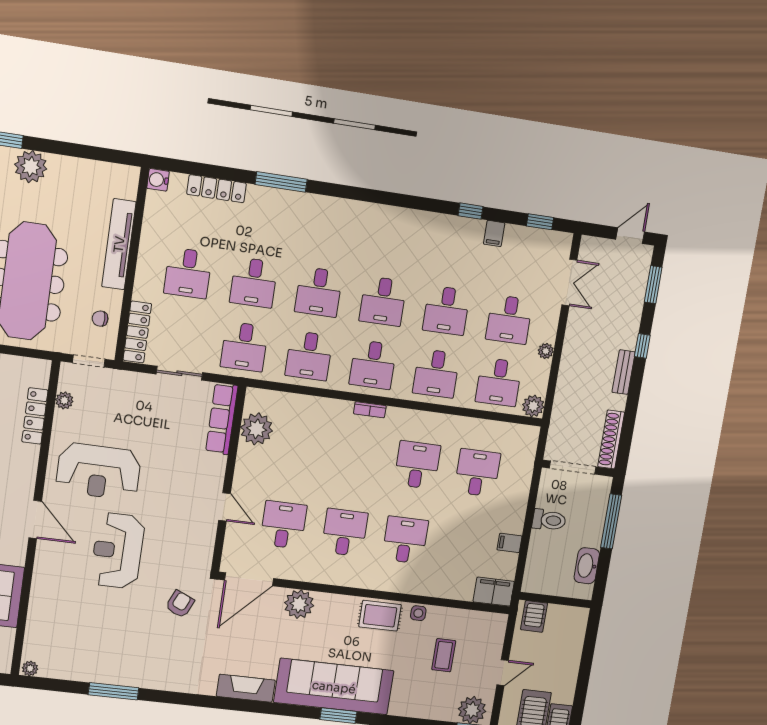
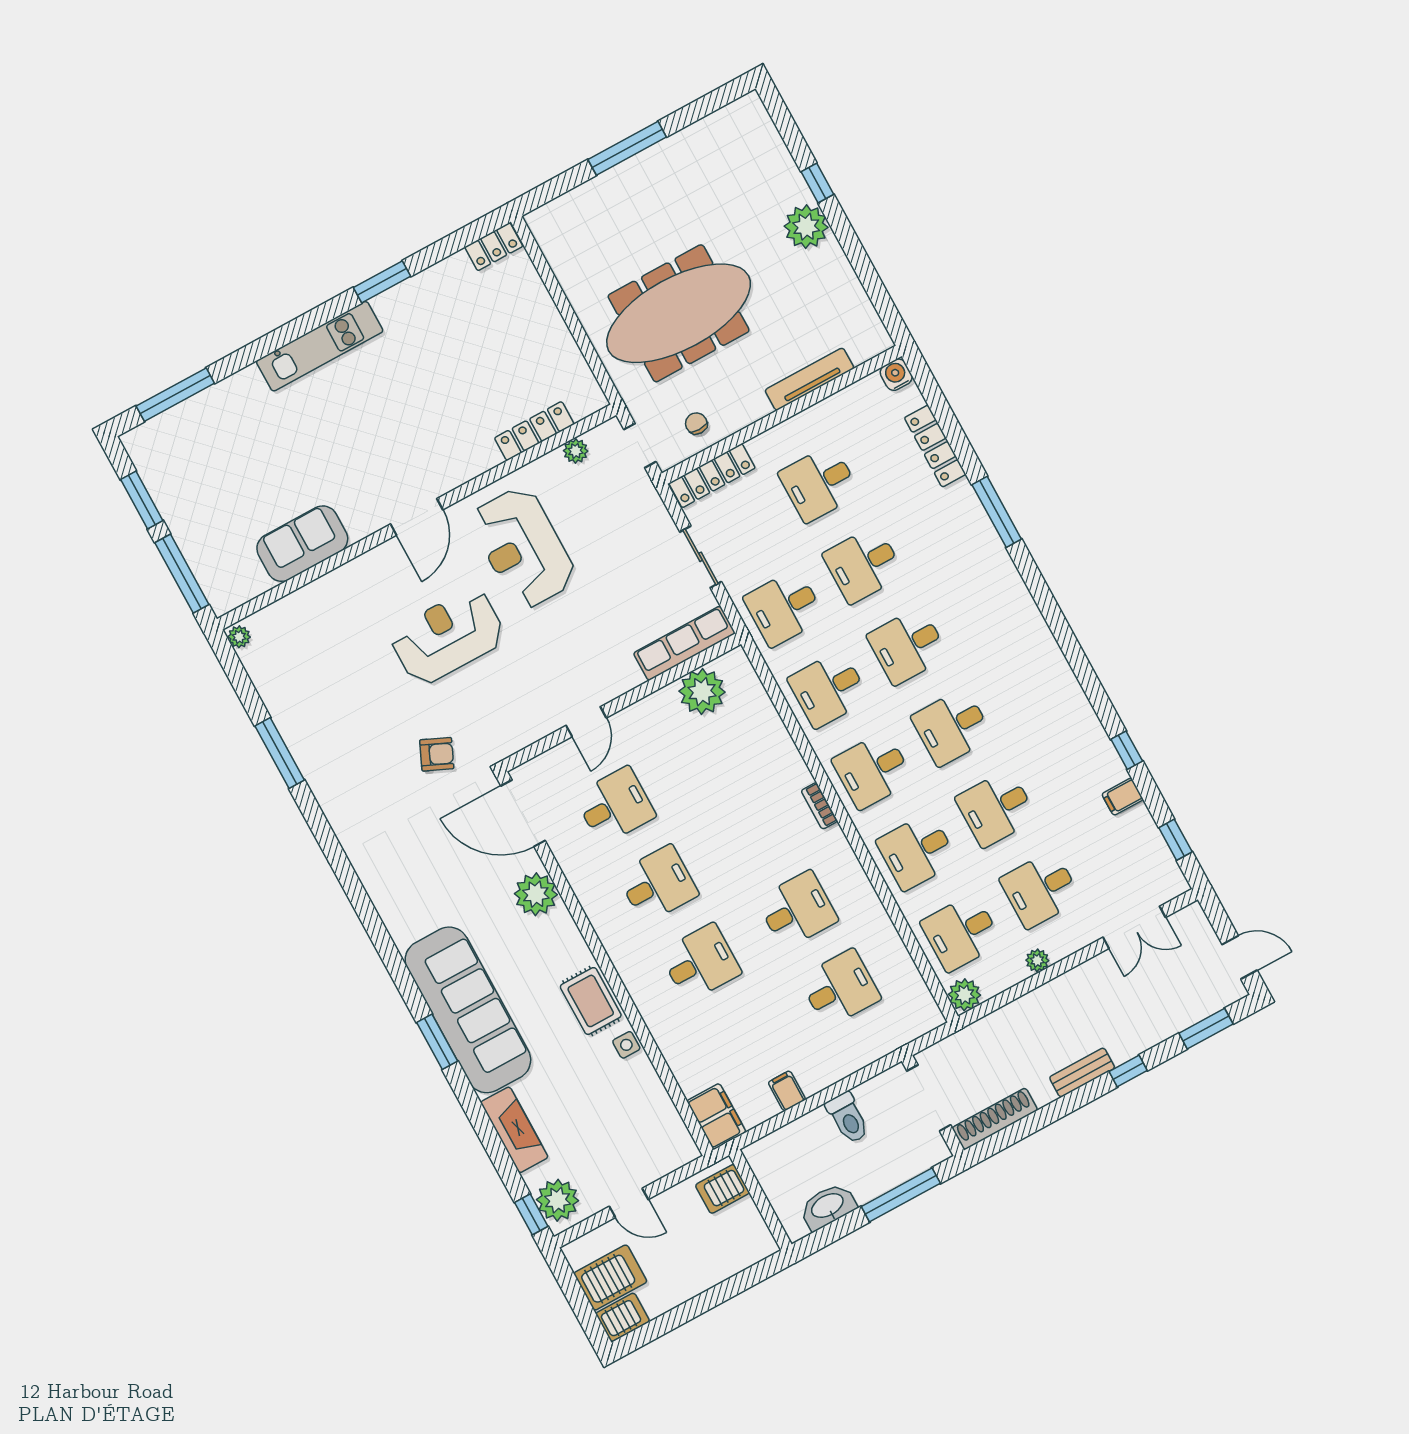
tv unit: (119, 244) -> (809, 379), width x0.73, depth x0.78
coffee table: (444, 655) -> (599, 1114), removed
fireplace: (246, 688) -> (514, 1130), moved

